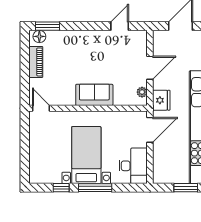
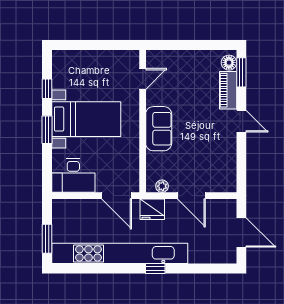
door: (120, 26) -> (241, 121), moved
piano: (36, 62) -> (228, 90), moved, turned 90
door: (41, 108) -> (143, 79), moved
window: (95, 188) -> (47, 130), width x0.69

